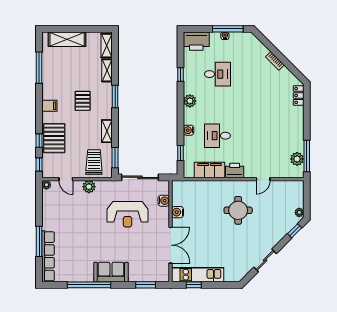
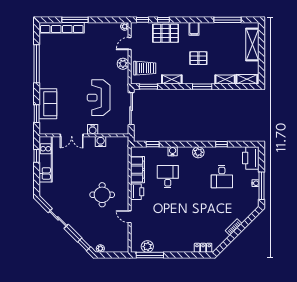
water cooler: (164, 201) -> (93, 129), moved
double door: (171, 245) -> (72, 135), width x0.73
sofa: (111, 272) -> (48, 104), moved

